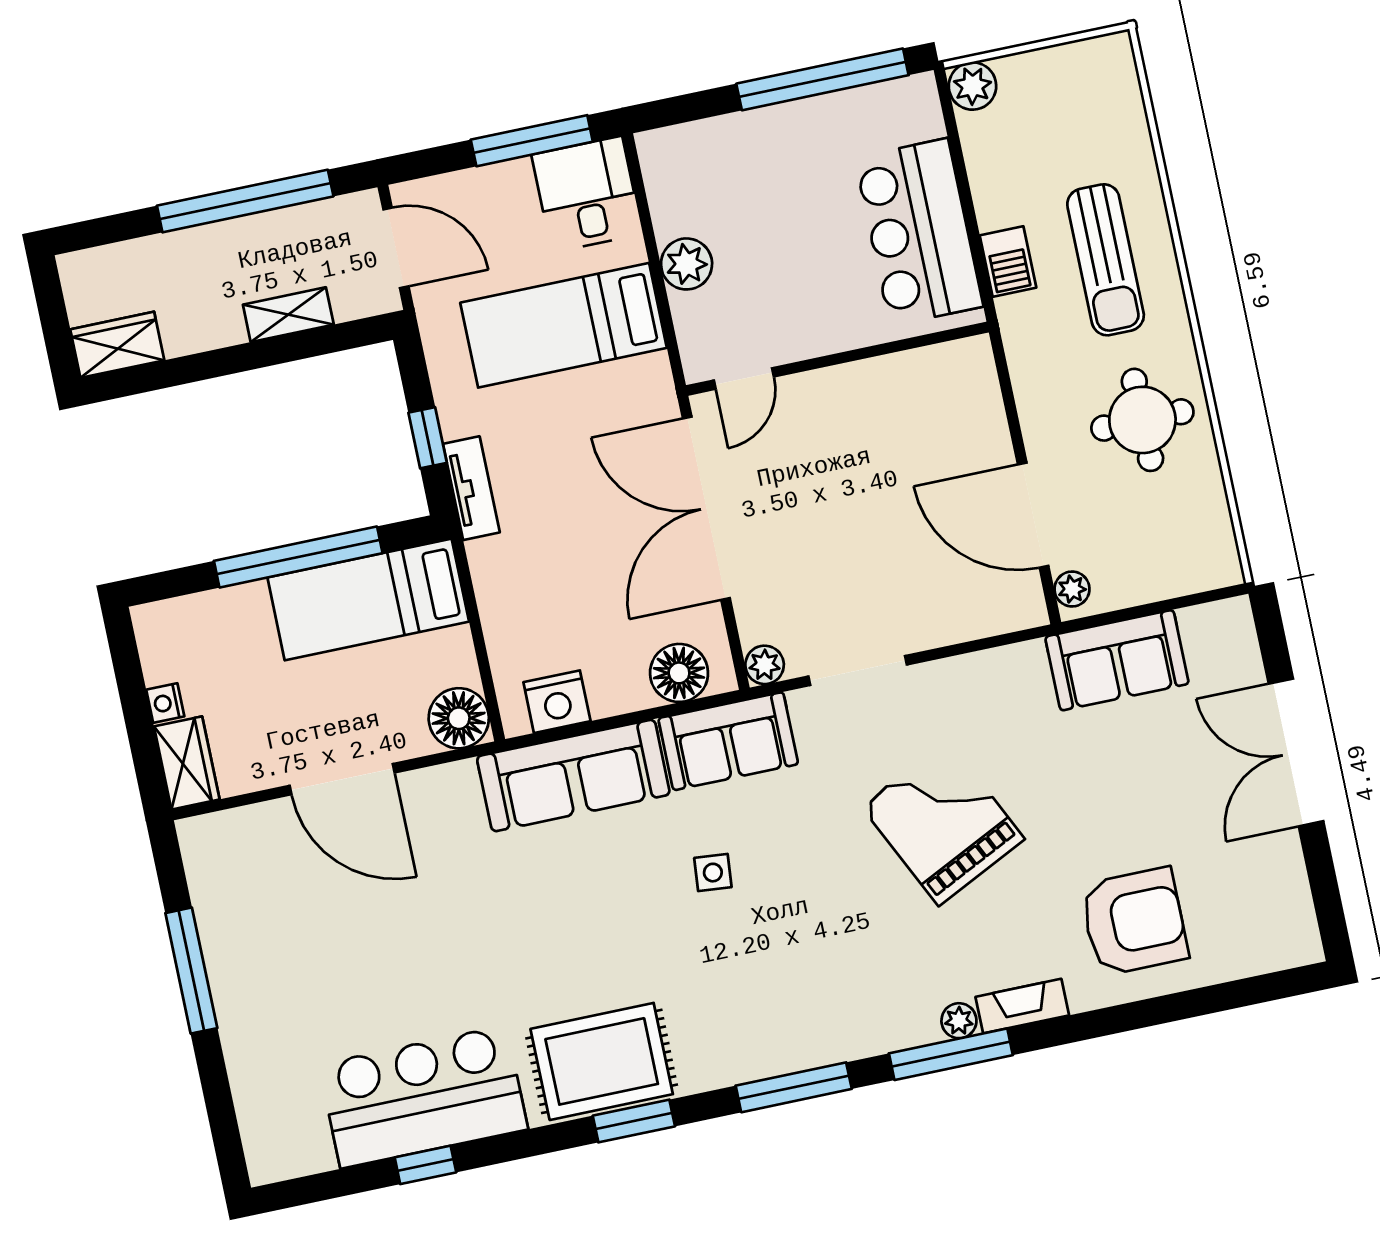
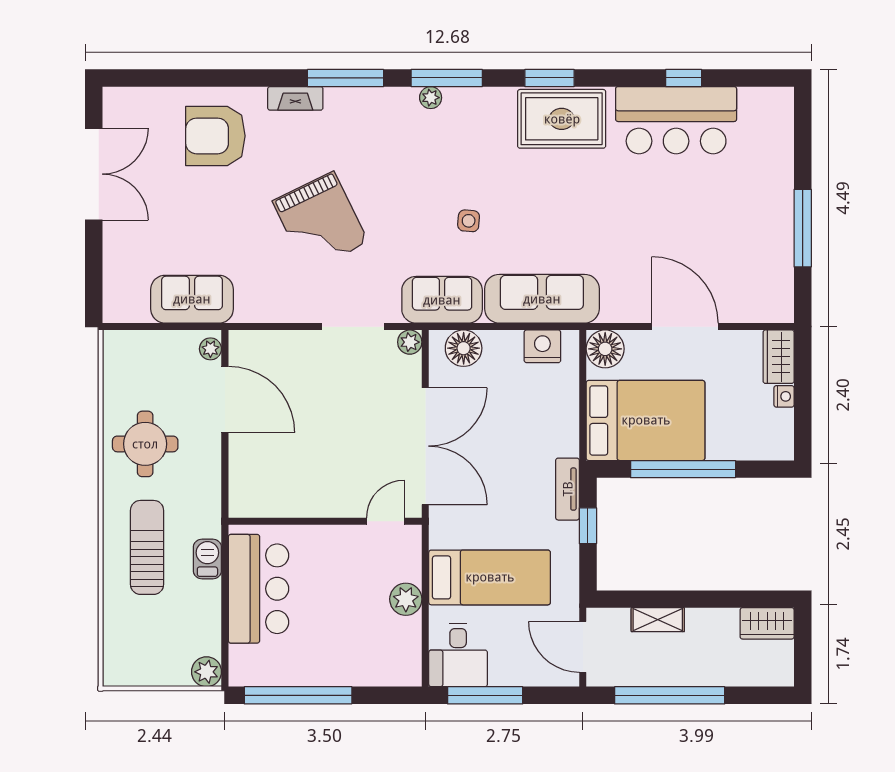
bed: (368, 599) -> (646, 420), width x1.50
double door: (1296, 752) -> (94, 174), moved
plant: (959, 1021) -> (431, 98), moved

